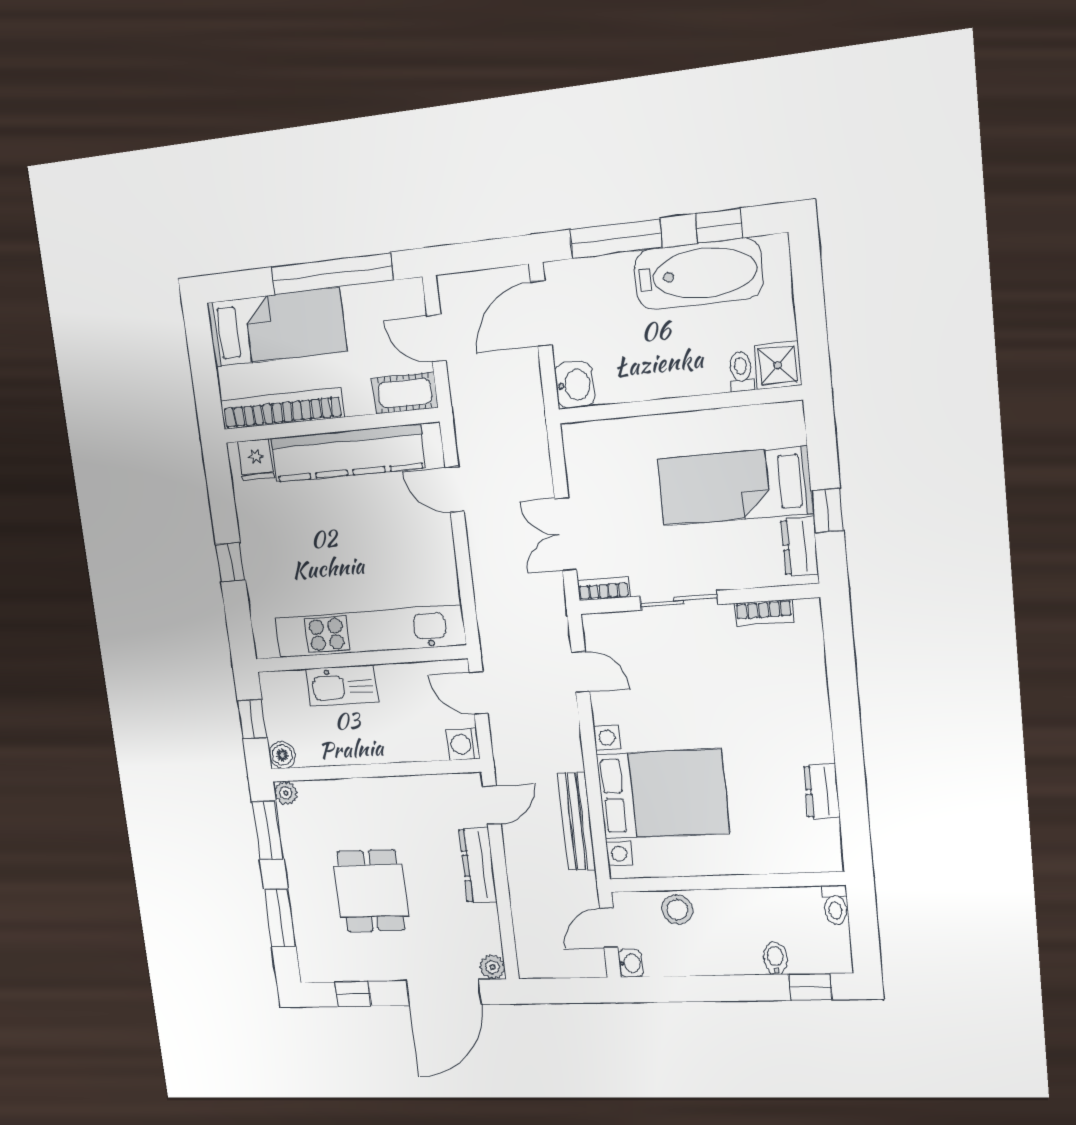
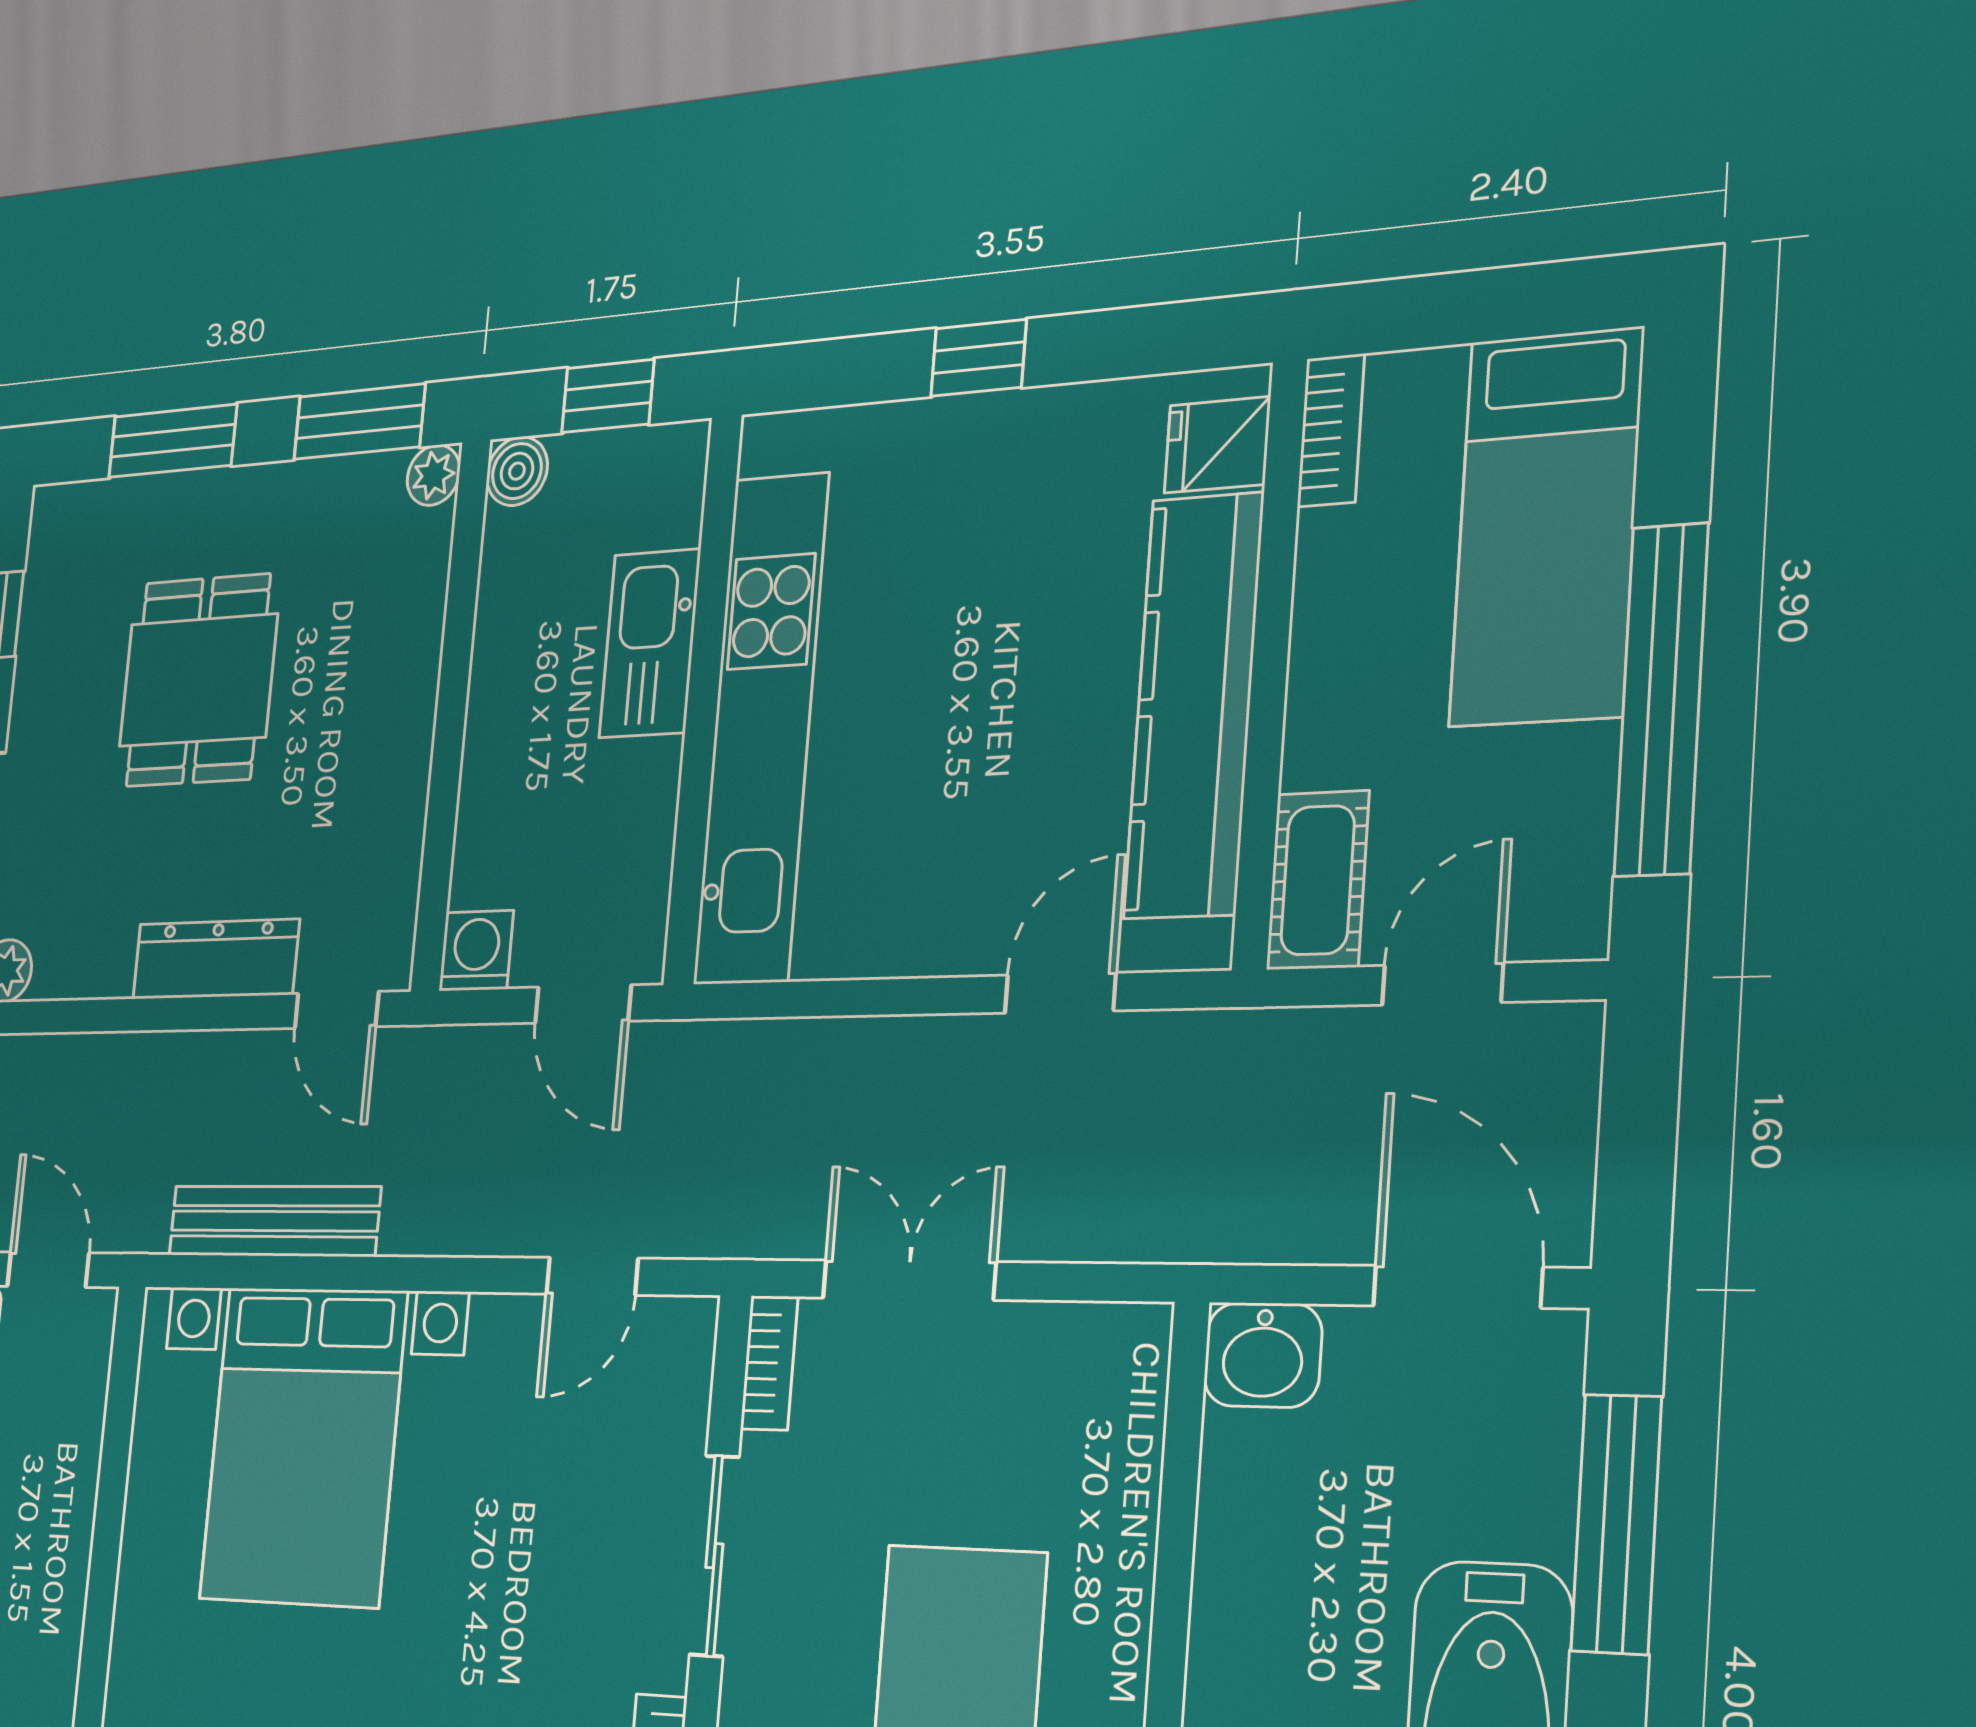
bookcase: (282, 409) -> (1331, 430), width x0.43, depth x0.76
door: (479, 693) -> (583, 1004), swing flipped
dining table: (371, 891) -> (198, 680), turned 90
stool: (677, 909) -> (64, 1444), removed

